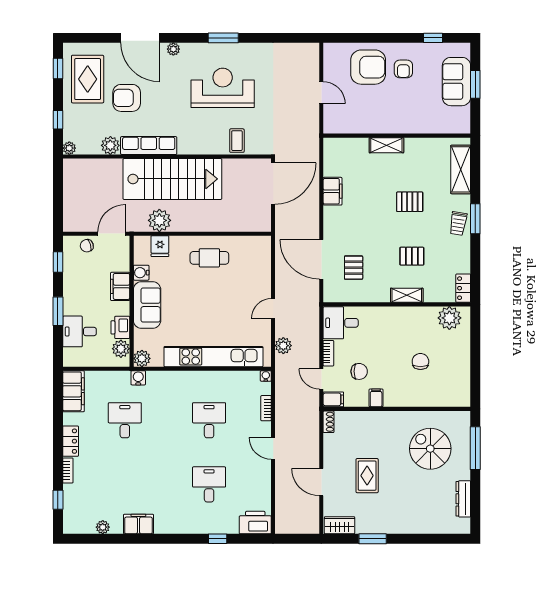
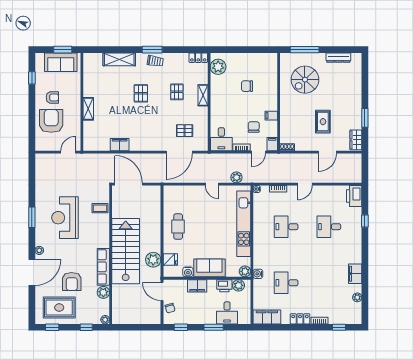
wall: (397, 136) -> (82, 102), moved
shelving: (386, 145) -> (88, 109), moved
filing cabinet: (333, 191) -> (120, 145), moved
rug: (367, 476) -> (323, 122), turned 90

